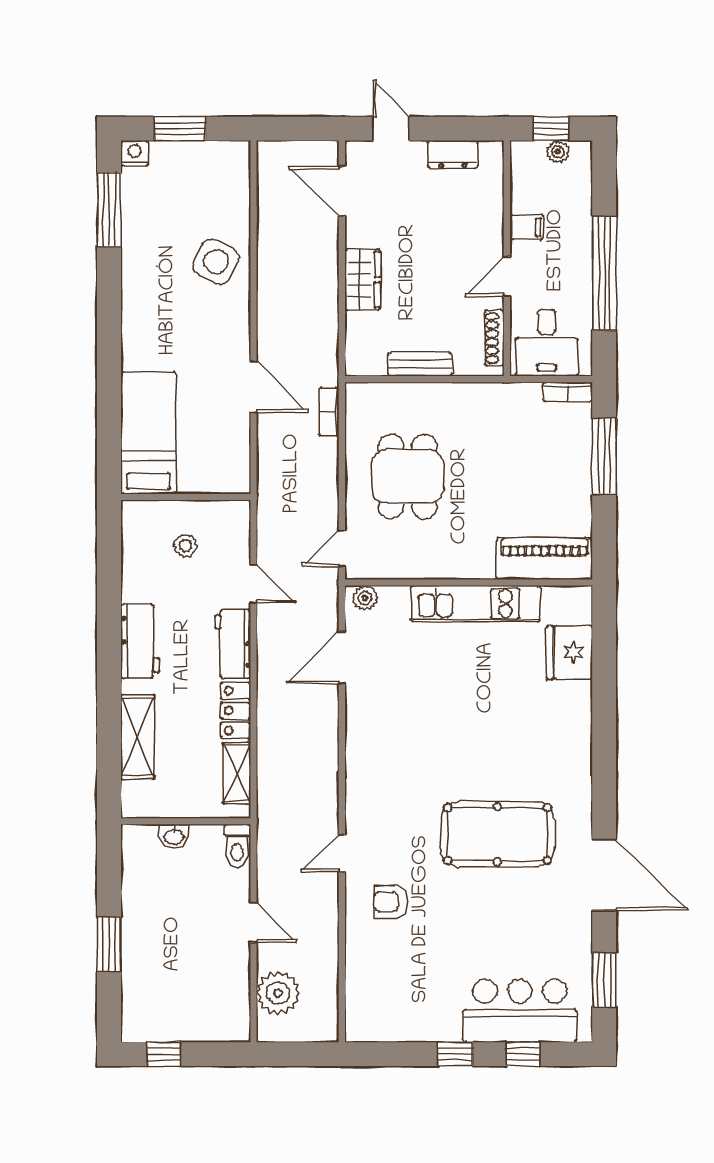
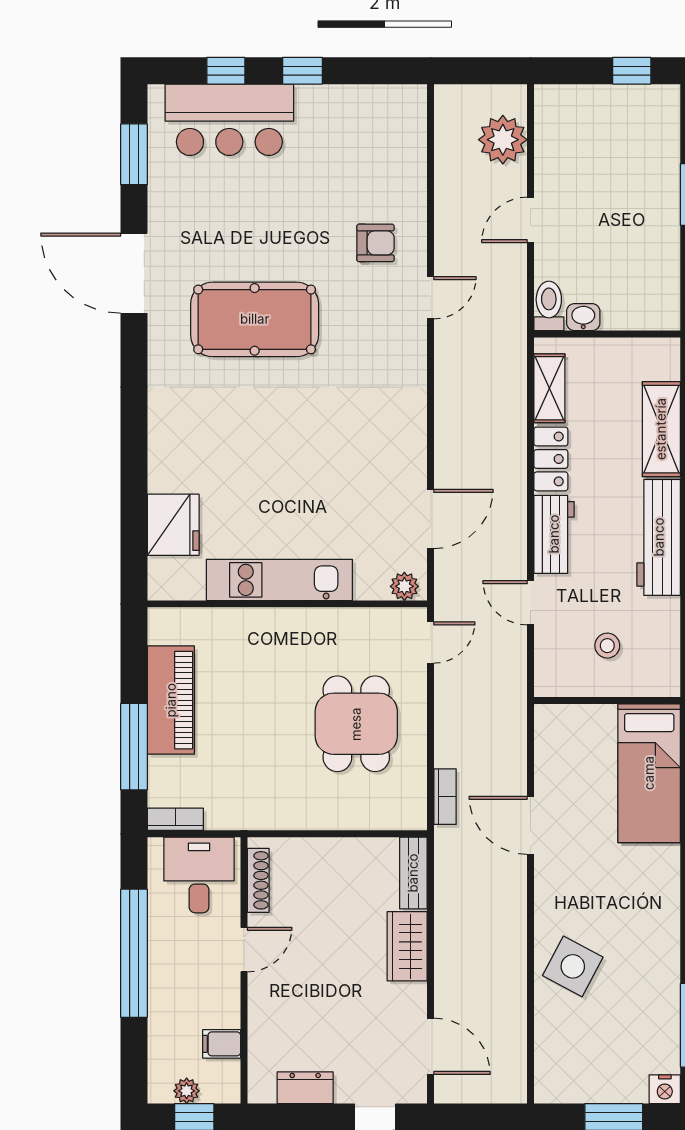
filing cabinet: (527, 227) -> (222, 1044), moved
bench: (420, 364) -> (413, 873), moved, turned 90
piano: (544, 559) -> (171, 700), moved, turned -90
workbench: (140, 641) -> (659, 537), width x1.37
washbasin: (174, 836) -> (583, 317), moved
door: (253, 922) -> (530, 220), hinge flipped

